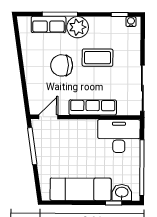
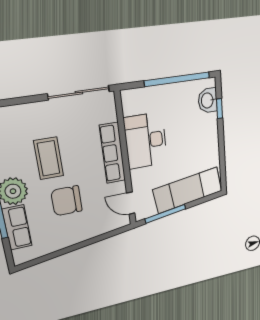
chair: (62, 65) -> (67, 201), turned 90
desk: (119, 136) -> (146, 141), moved
exam couch: (81, 189) -> (188, 190), moved, turned 82

